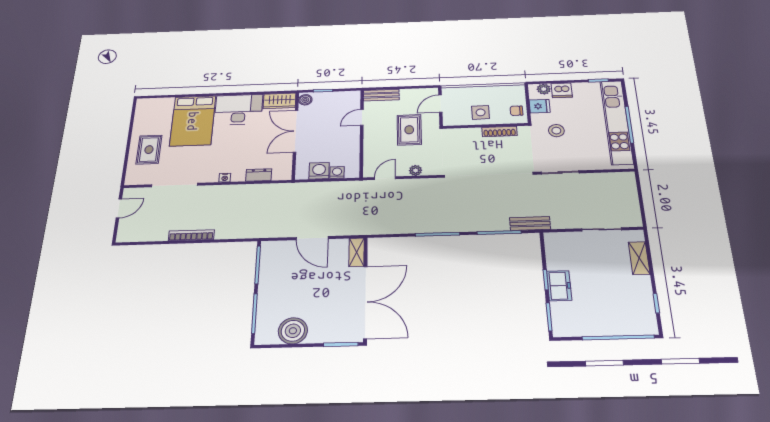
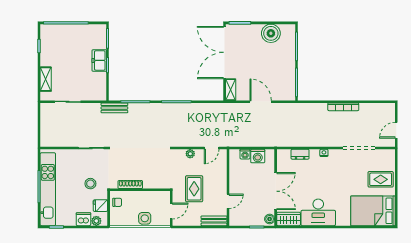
side table: (481, 112) -> (145, 218), moved
bed: (193, 121) -> (373, 211), moved, turned -90
rug: (149, 150) -> (381, 179), turned 90

